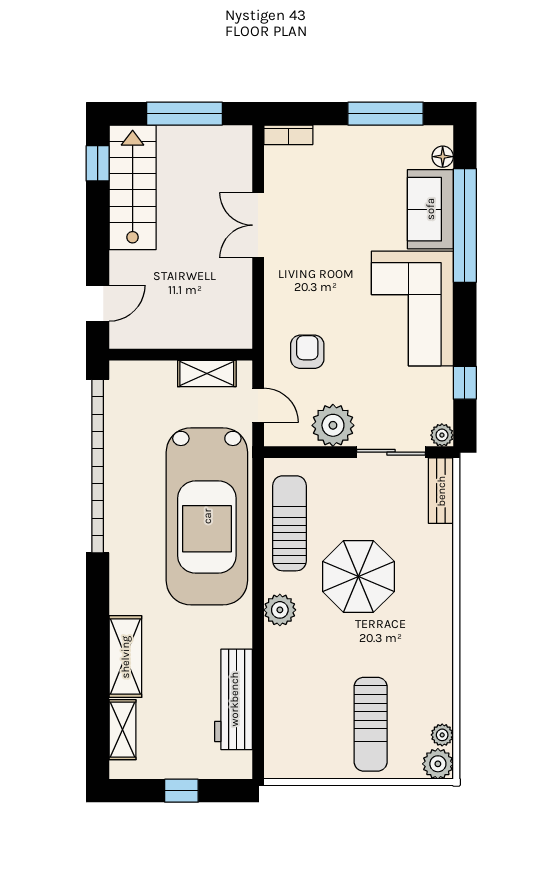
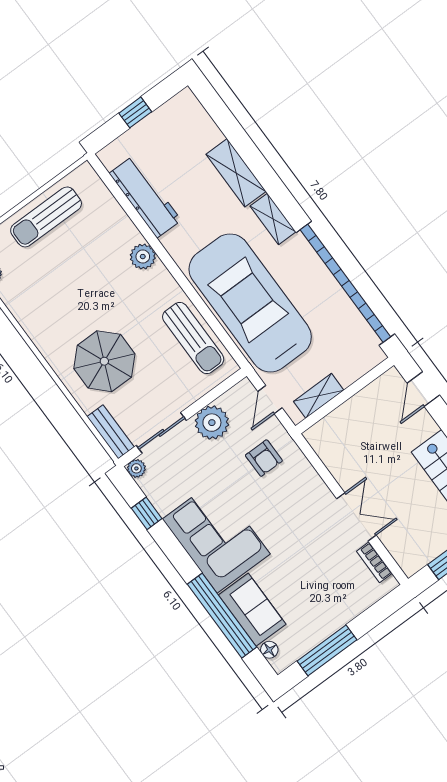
bookcase: (288, 135) -> (374, 562), moved, turned -90
door: (258, 405) -> (270, 400), hinge flipped
parasol: (358, 576) -> (104, 361), moved
plant: (280, 610) -> (143, 257), moved
sun lounger: (371, 724) -> (46, 217), moved, turned -90
shelving: (122, 730) -> (273, 219), moved

